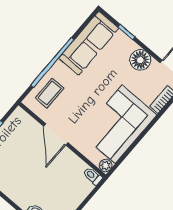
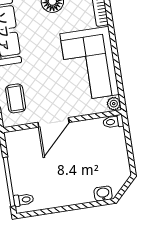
door: (56, 134) -> (54, 122), hinge flipped

